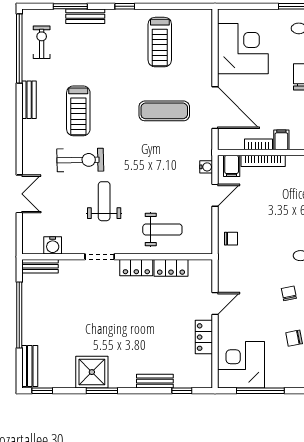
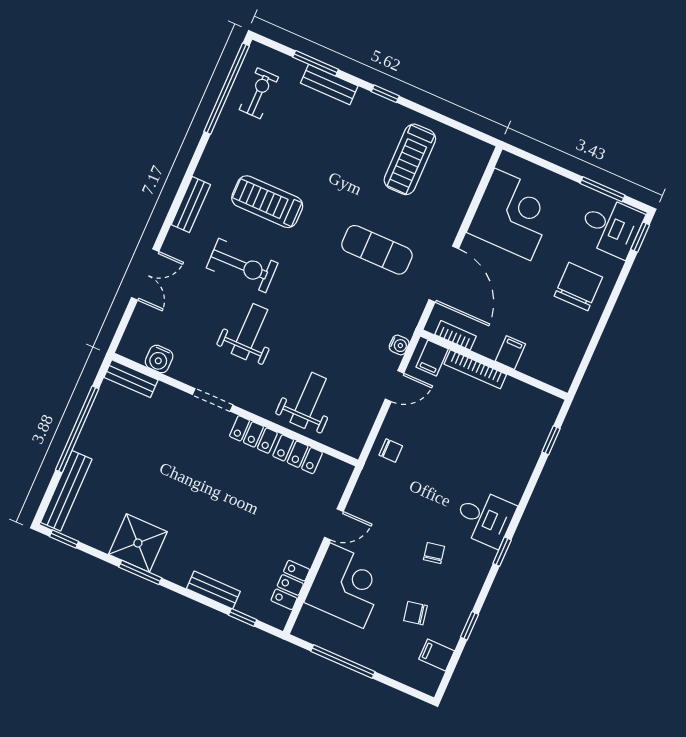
bench: (29, 100) -> (191, 205), moved
treadmill: (78, 111) -> (267, 202), turned 90
bookcase: (259, 144) -> (455, 335), moved
weight bench: (162, 229) -> (308, 400), turned -90
locker: (204, 337) -> (290, 585), moved
corner desk: (241, 365) -> (347, 586), moved, turned 90
bench: (30, 366) -> (66, 491), width x1.36

